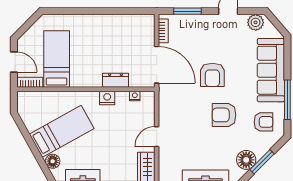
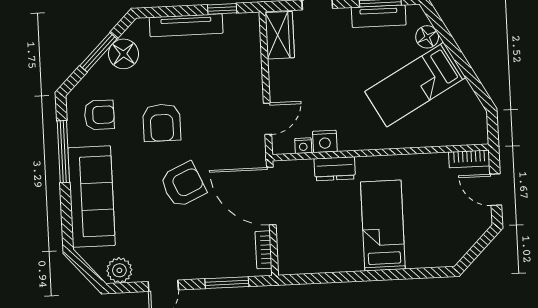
bed: (57, 59) -> (383, 226), moved, turned 180
armchair: (212, 75) -> (183, 185), turned 66
nightstand: (107, 98) -> (325, 141), moved
armchair: (224, 115) -> (162, 123), turned 90
armchair: (263, 122) -> (99, 115), turned 180
door: (157, 137) -> (268, 119), moved

